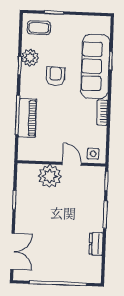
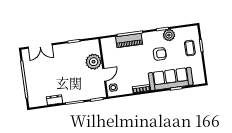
coffee table: (39, 28) -> (190, 48), moved

